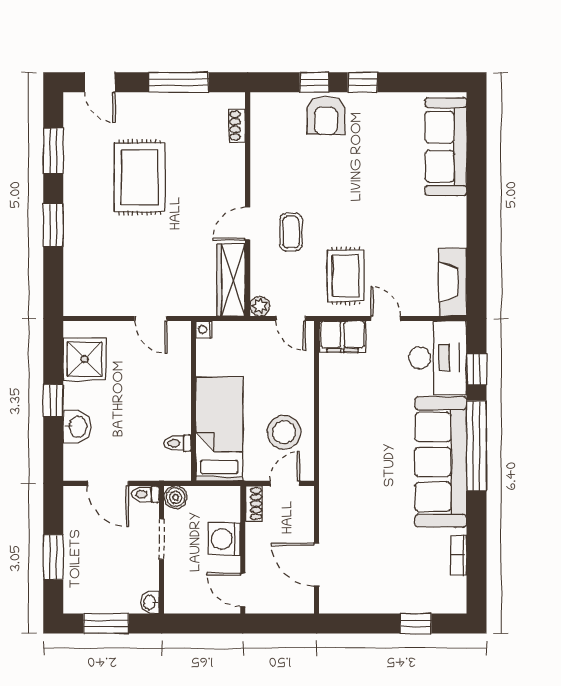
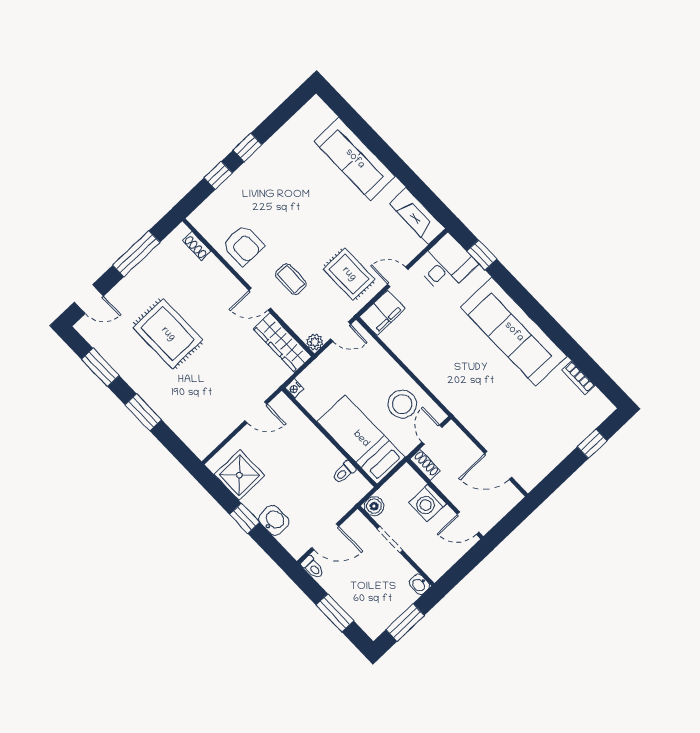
armchair: (326, 116) -> (243, 245), moved
sofa: (446, 147) -> (355, 159), moved
door: (248, 224) -> (260, 299), hinge flipped
desk: (438, 358) -> (446, 264), width x0.73
window: (476, 446) -> (526, 301), removed
toilet: (145, 494) -> (313, 567), moved, turned -90

